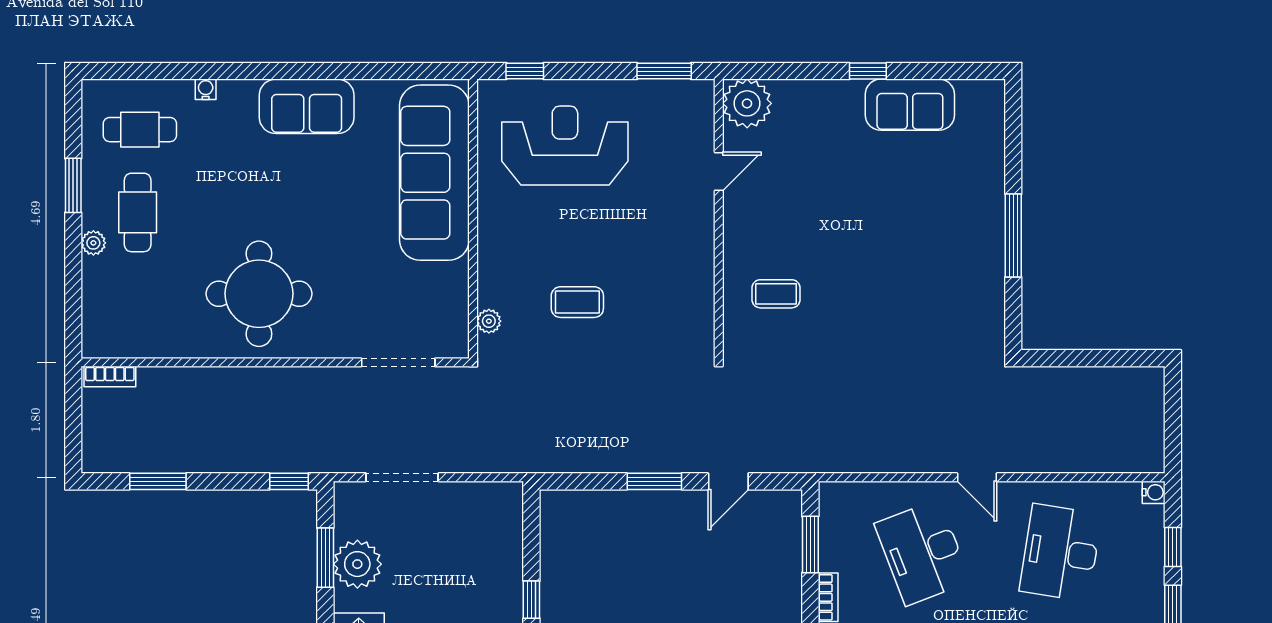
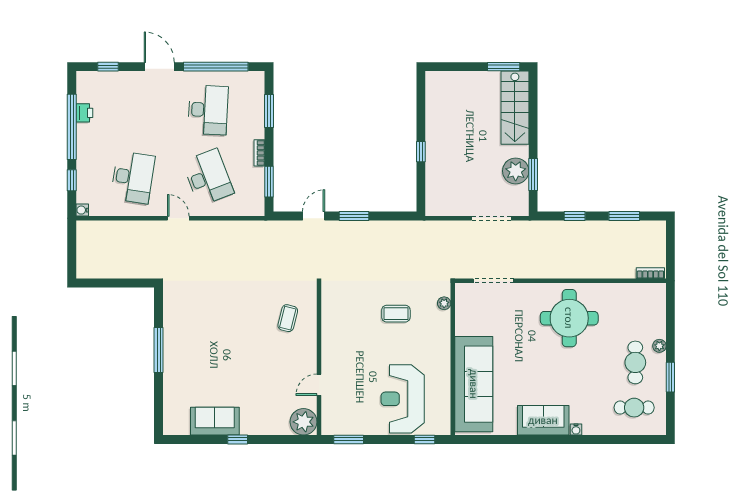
water cooler: (206, 89) -> (576, 429), moved
reception desk: (565, 146) -> (403, 399), turned 90
coffee table: (776, 294) -> (288, 318), turned -76
window: (289, 481) -> (575, 216), moved

